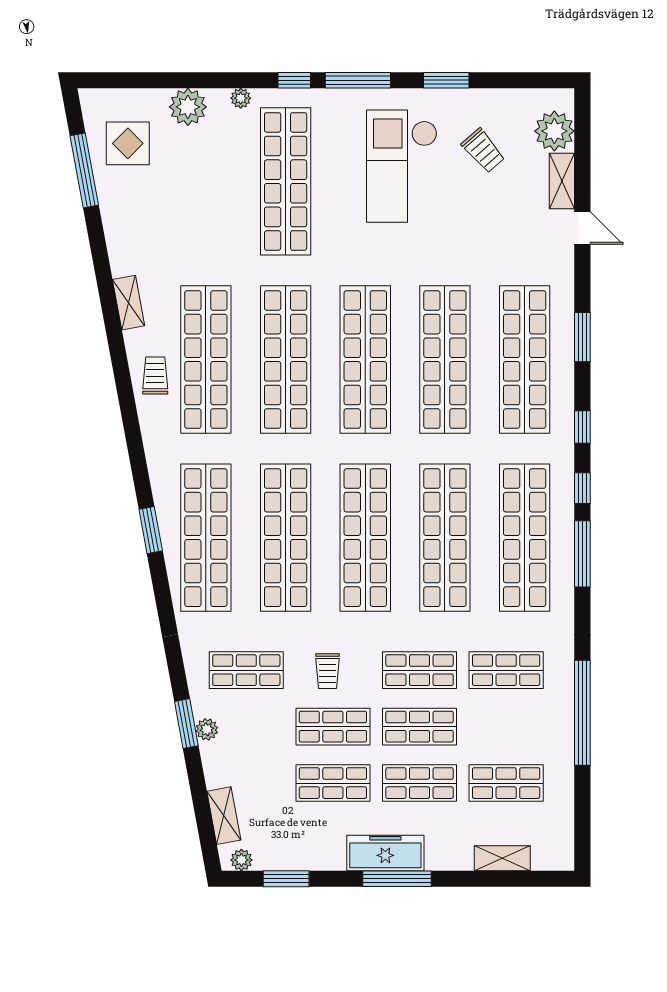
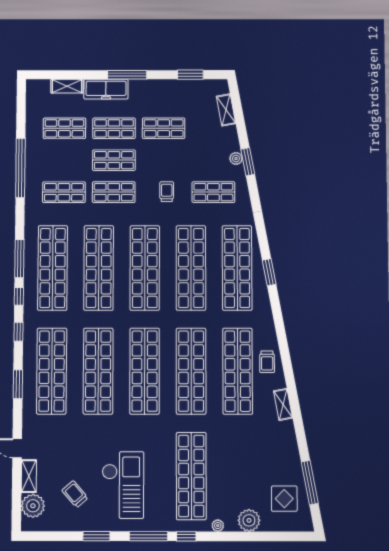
shop shelf: (333, 727) -> (164, 160), removed
freezer: (385, 853) -> (106, 89), moved
plant: (241, 860) -> (216, 85), removed

